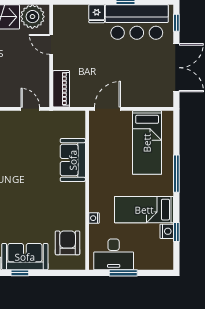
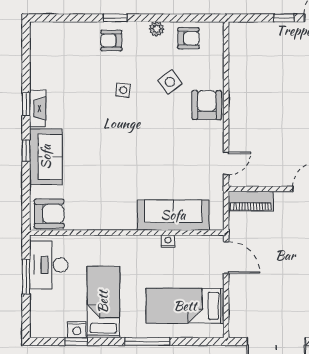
sofa: (73, 160) -> (173, 215), width x1.36
nightstand: (94, 218) -> (168, 241), moved
armchair: (68, 243) -> (49, 214), moved

